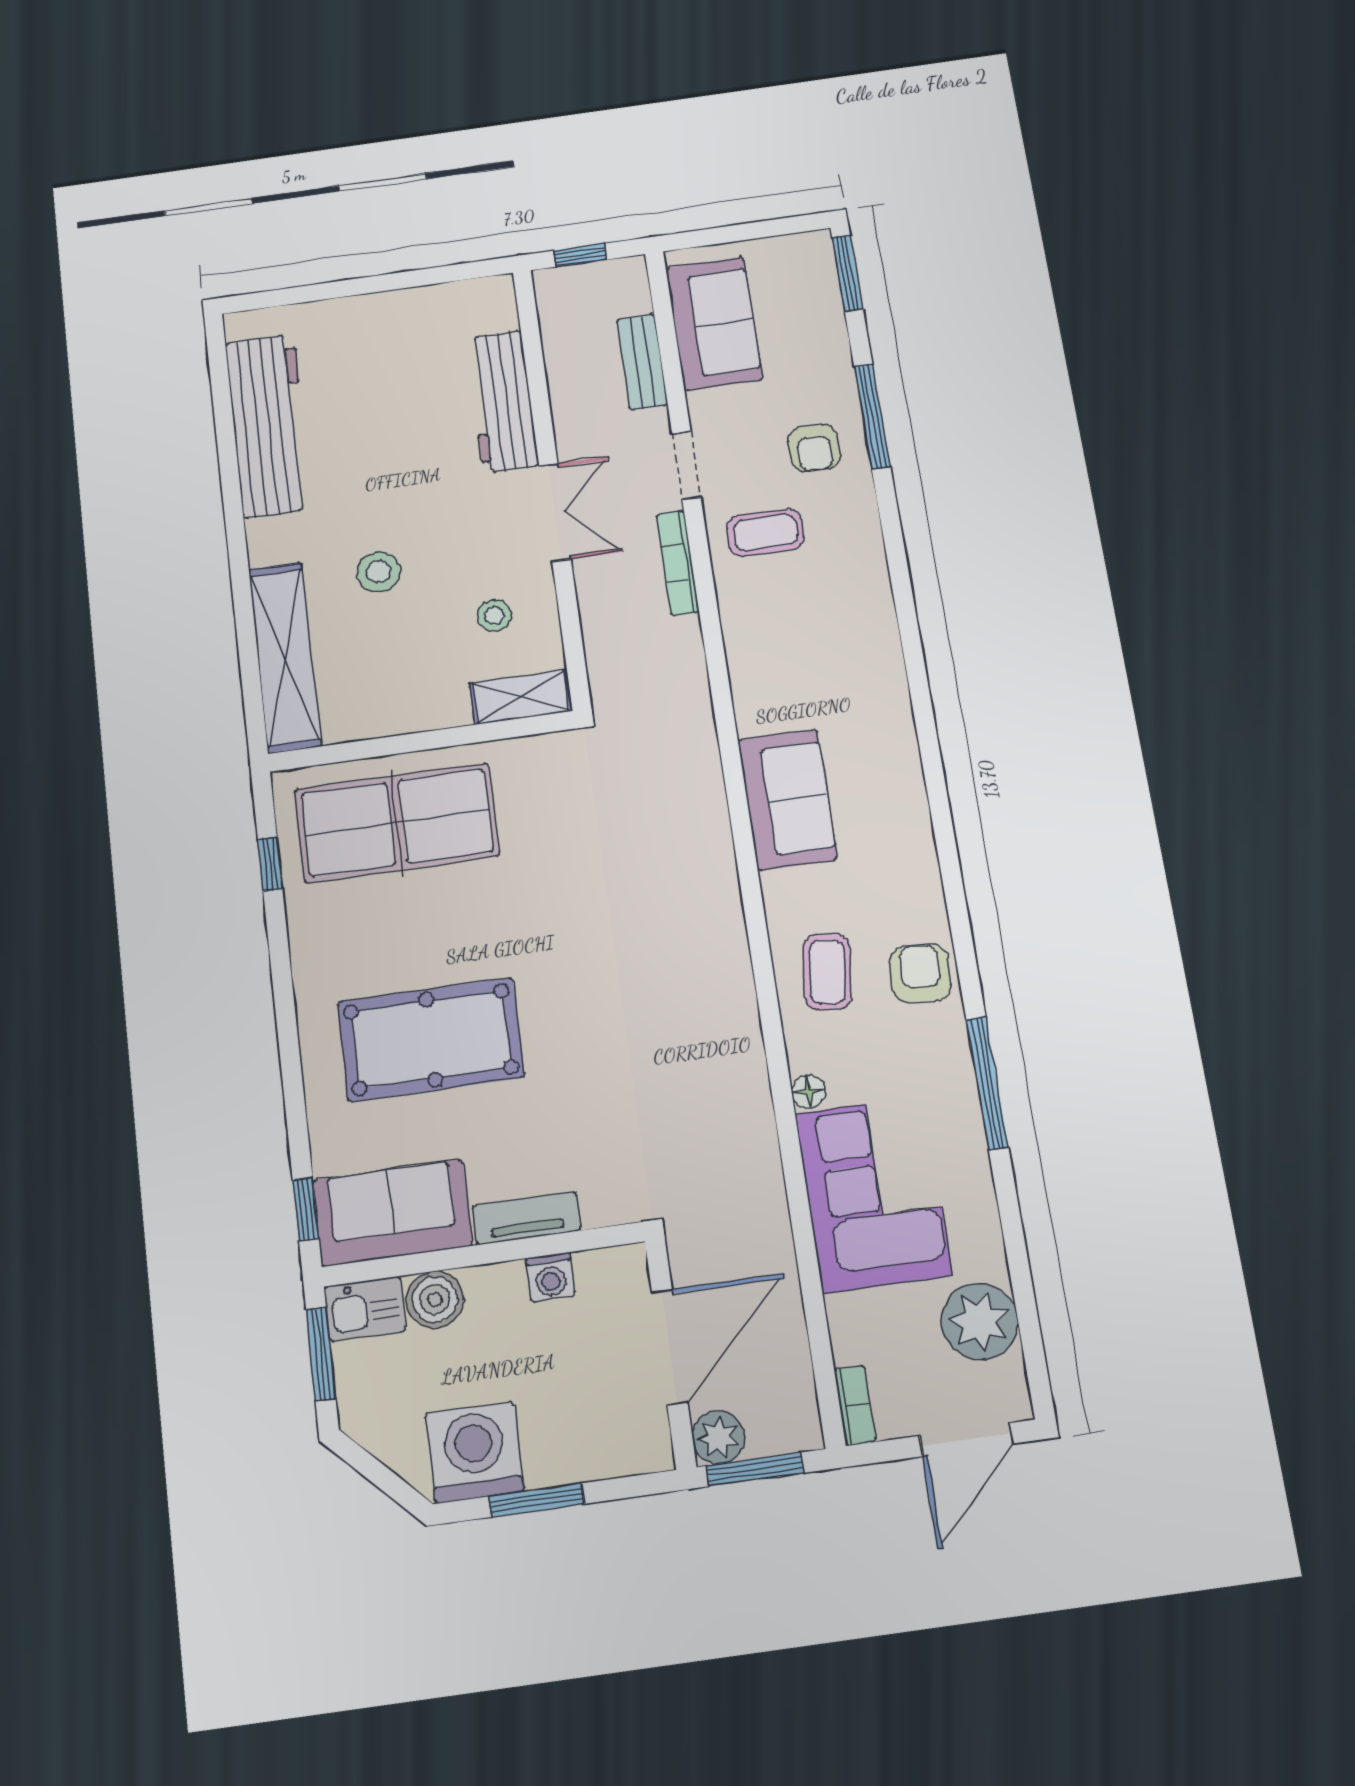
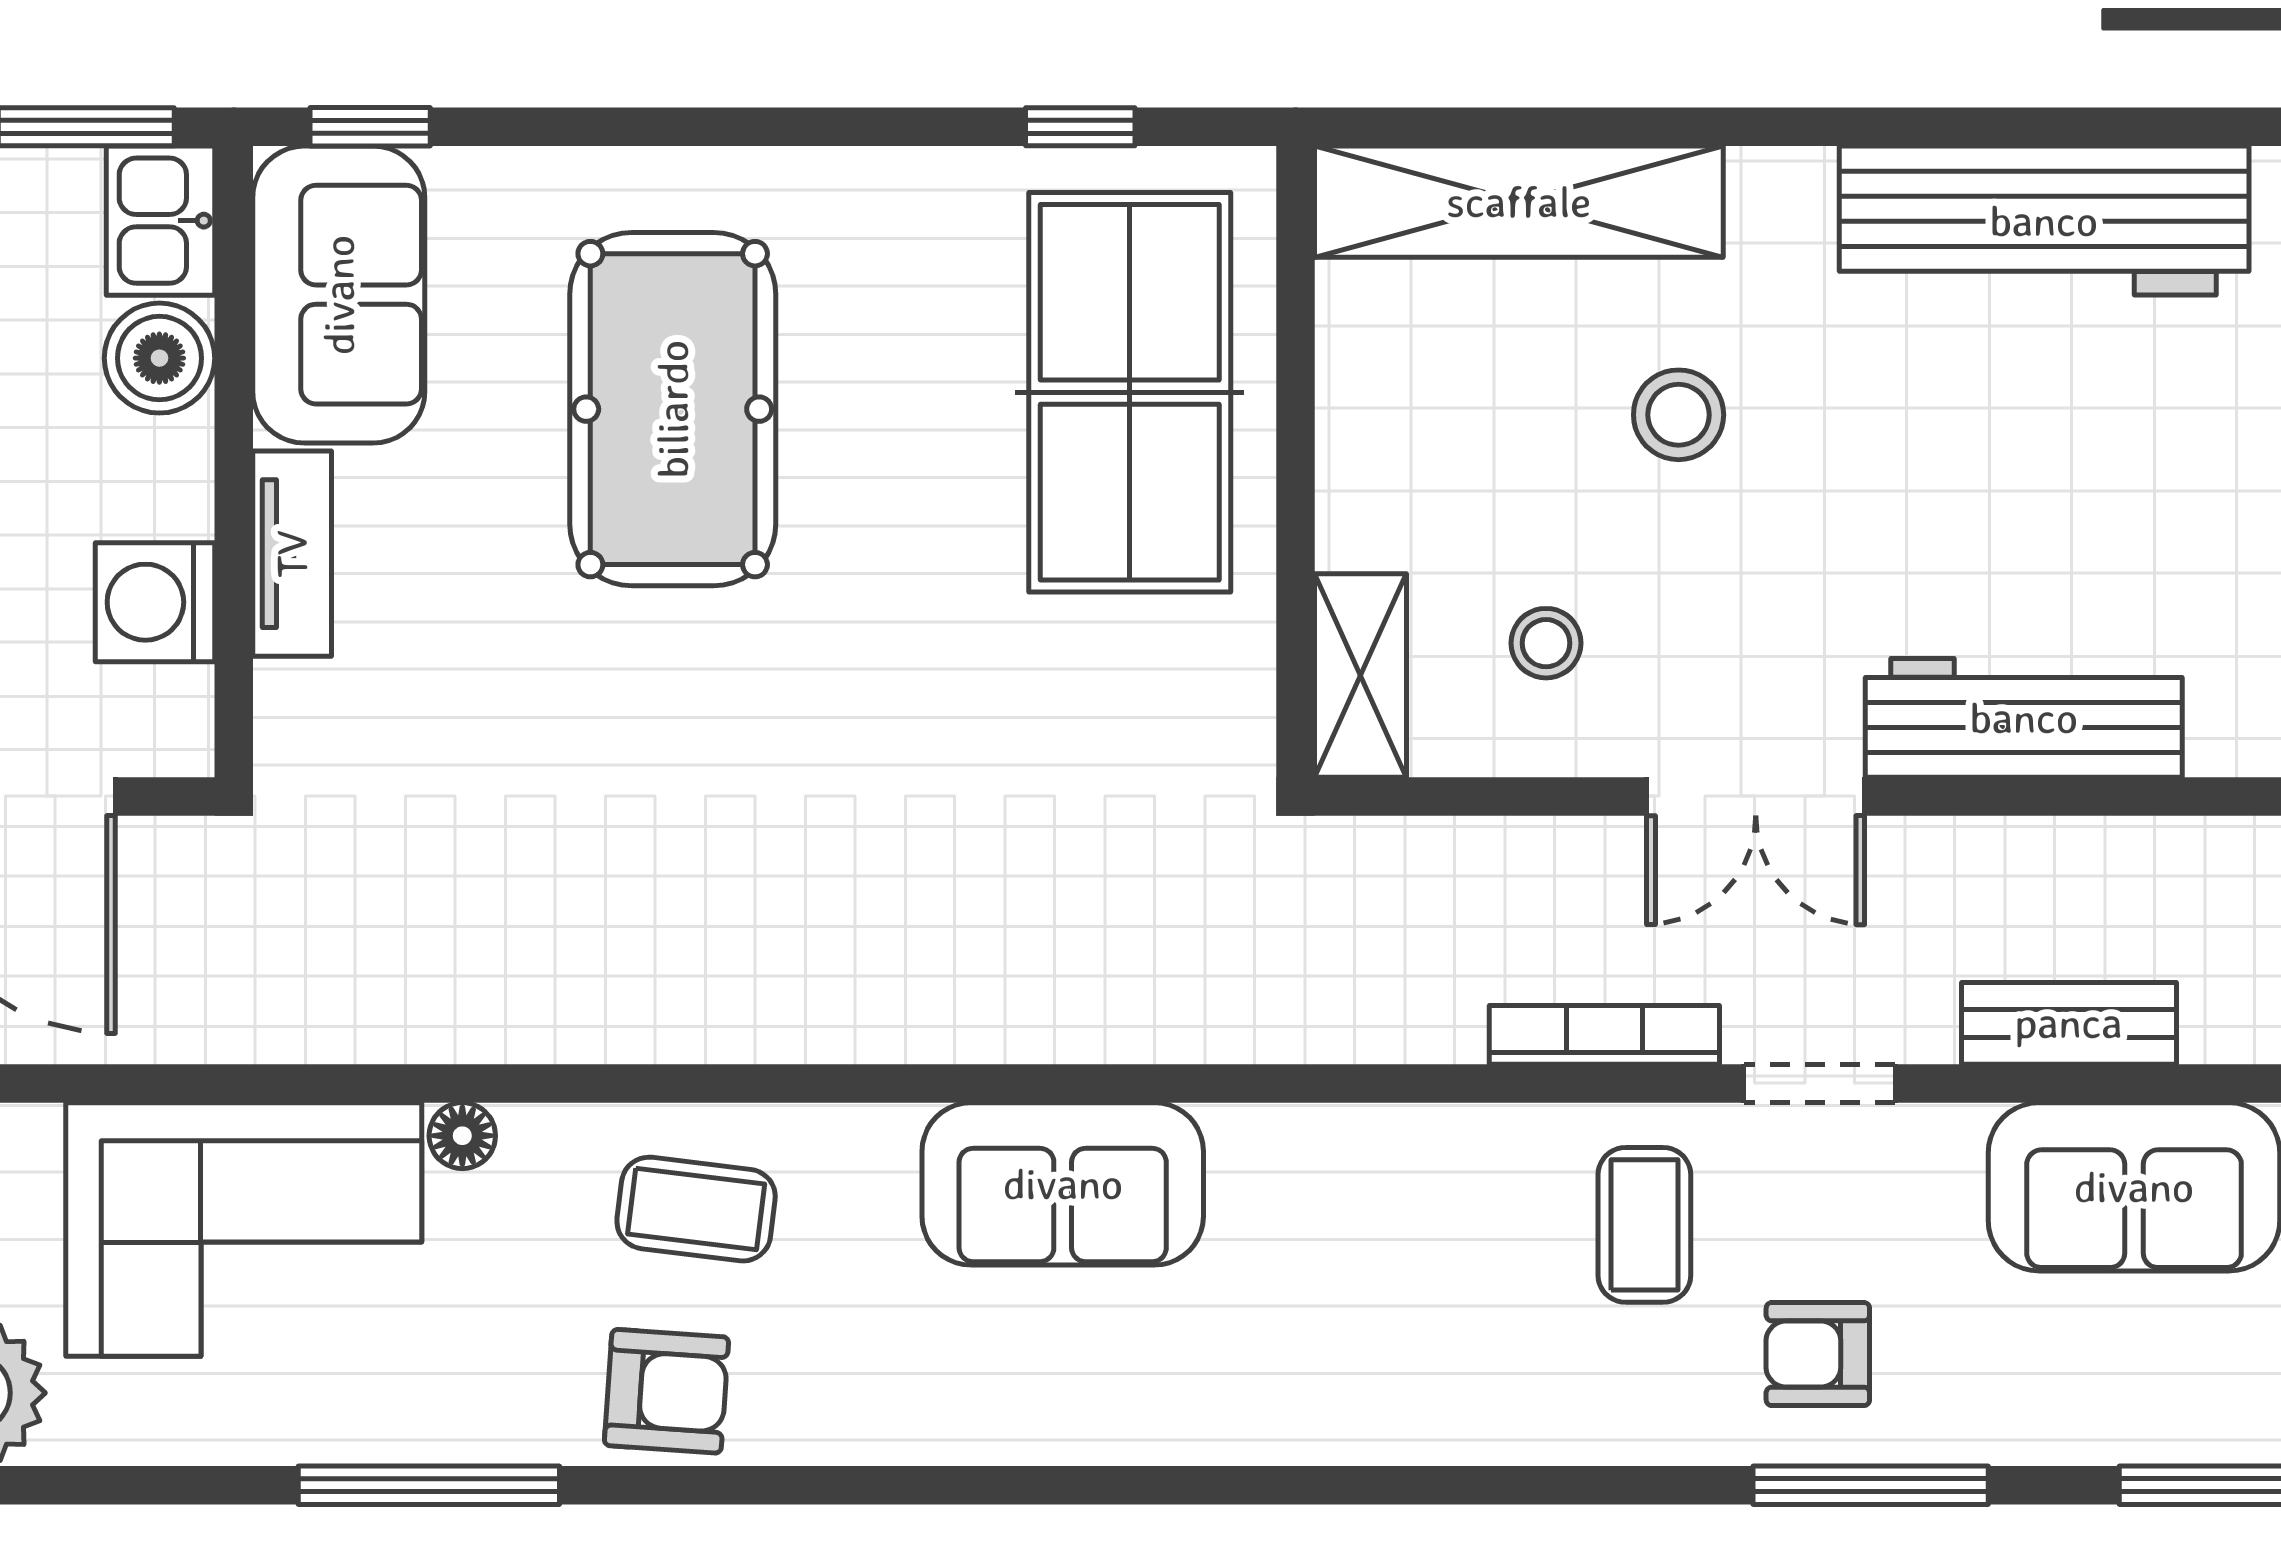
washing machine: (550, 1277) -> (155, 602), width x1.38, depth x1.38

